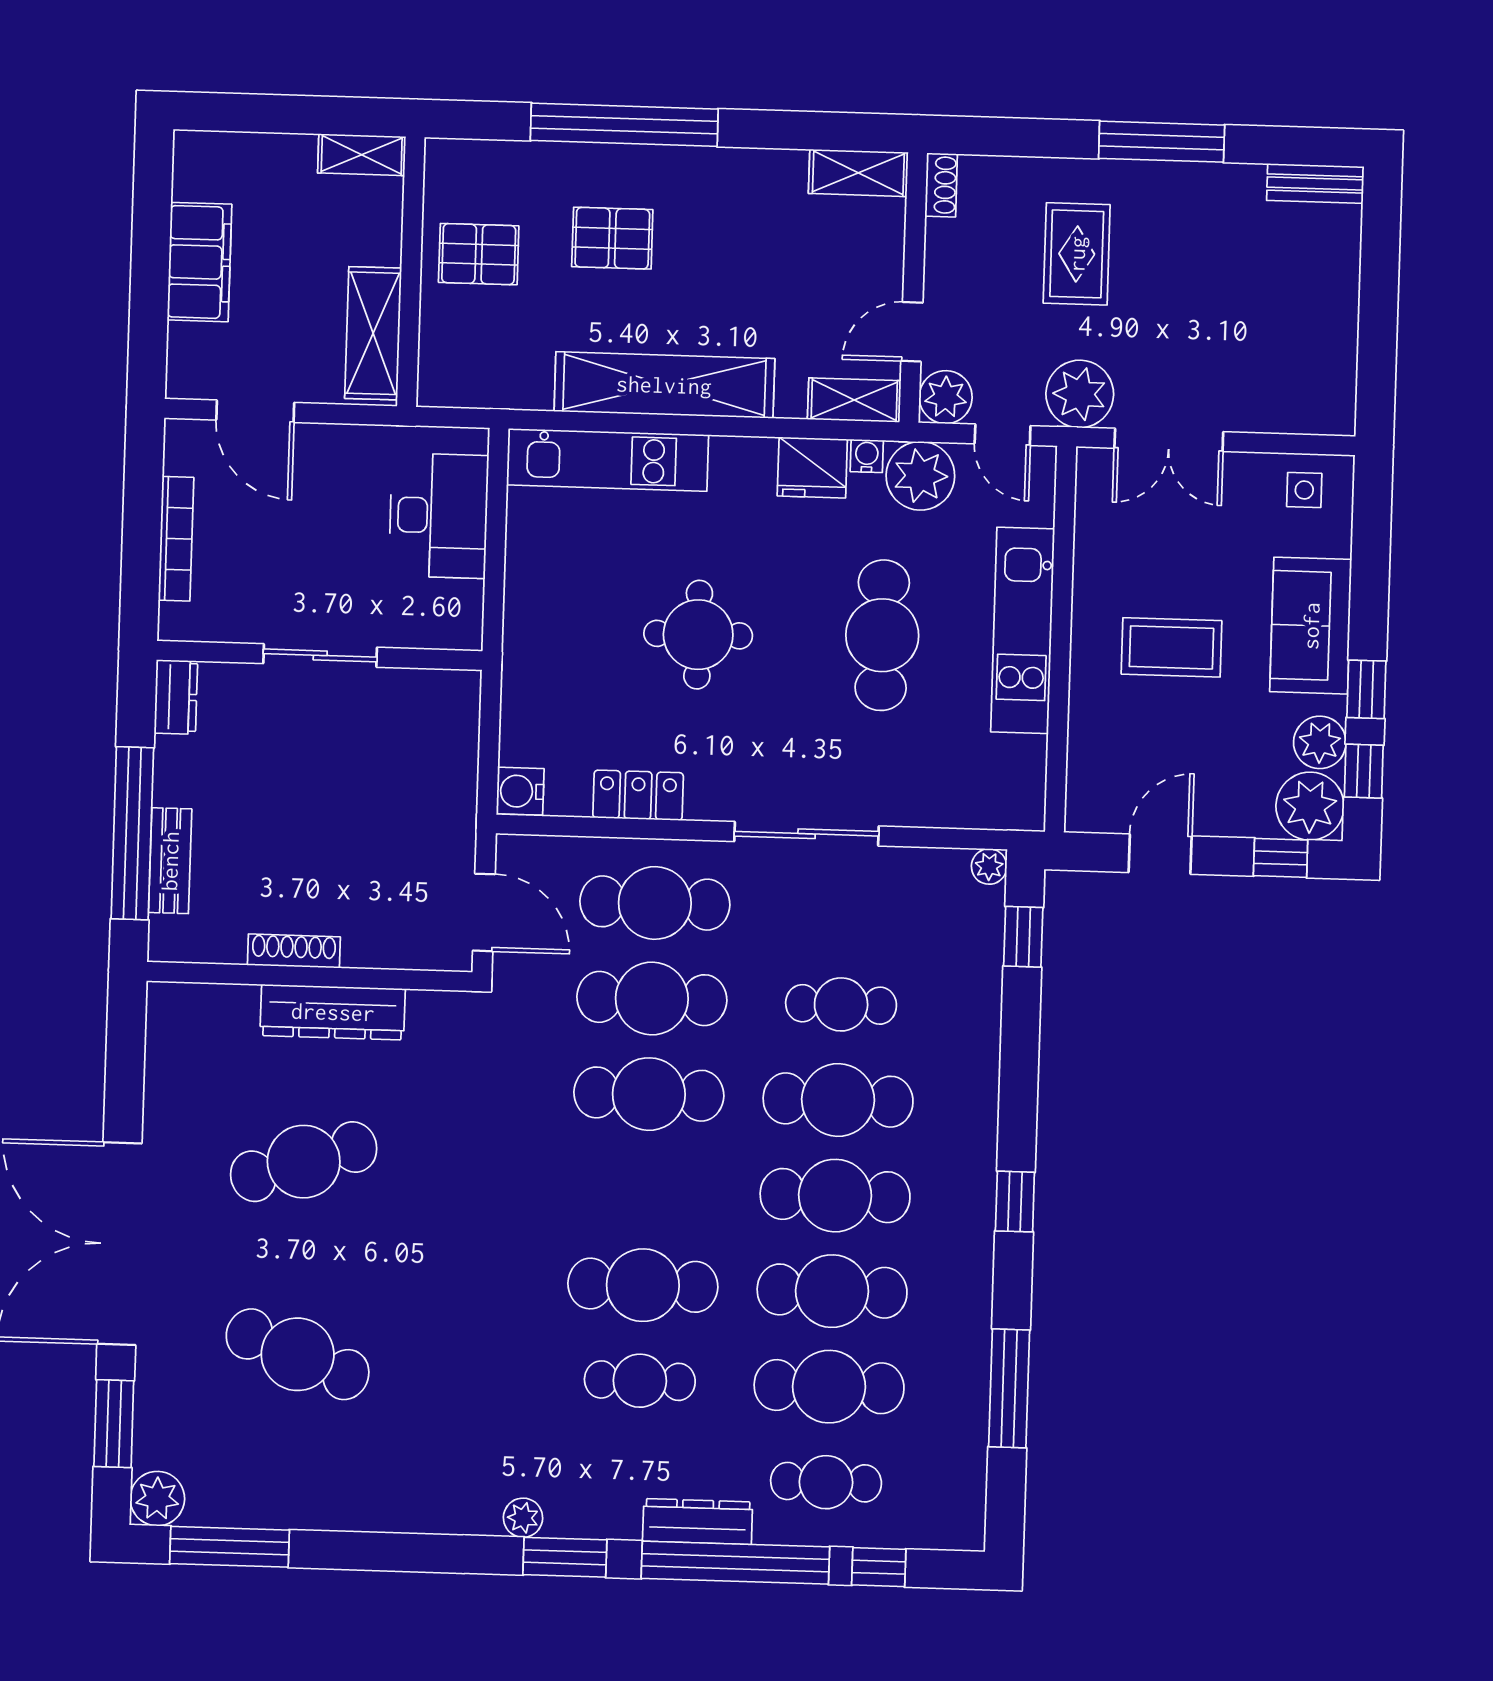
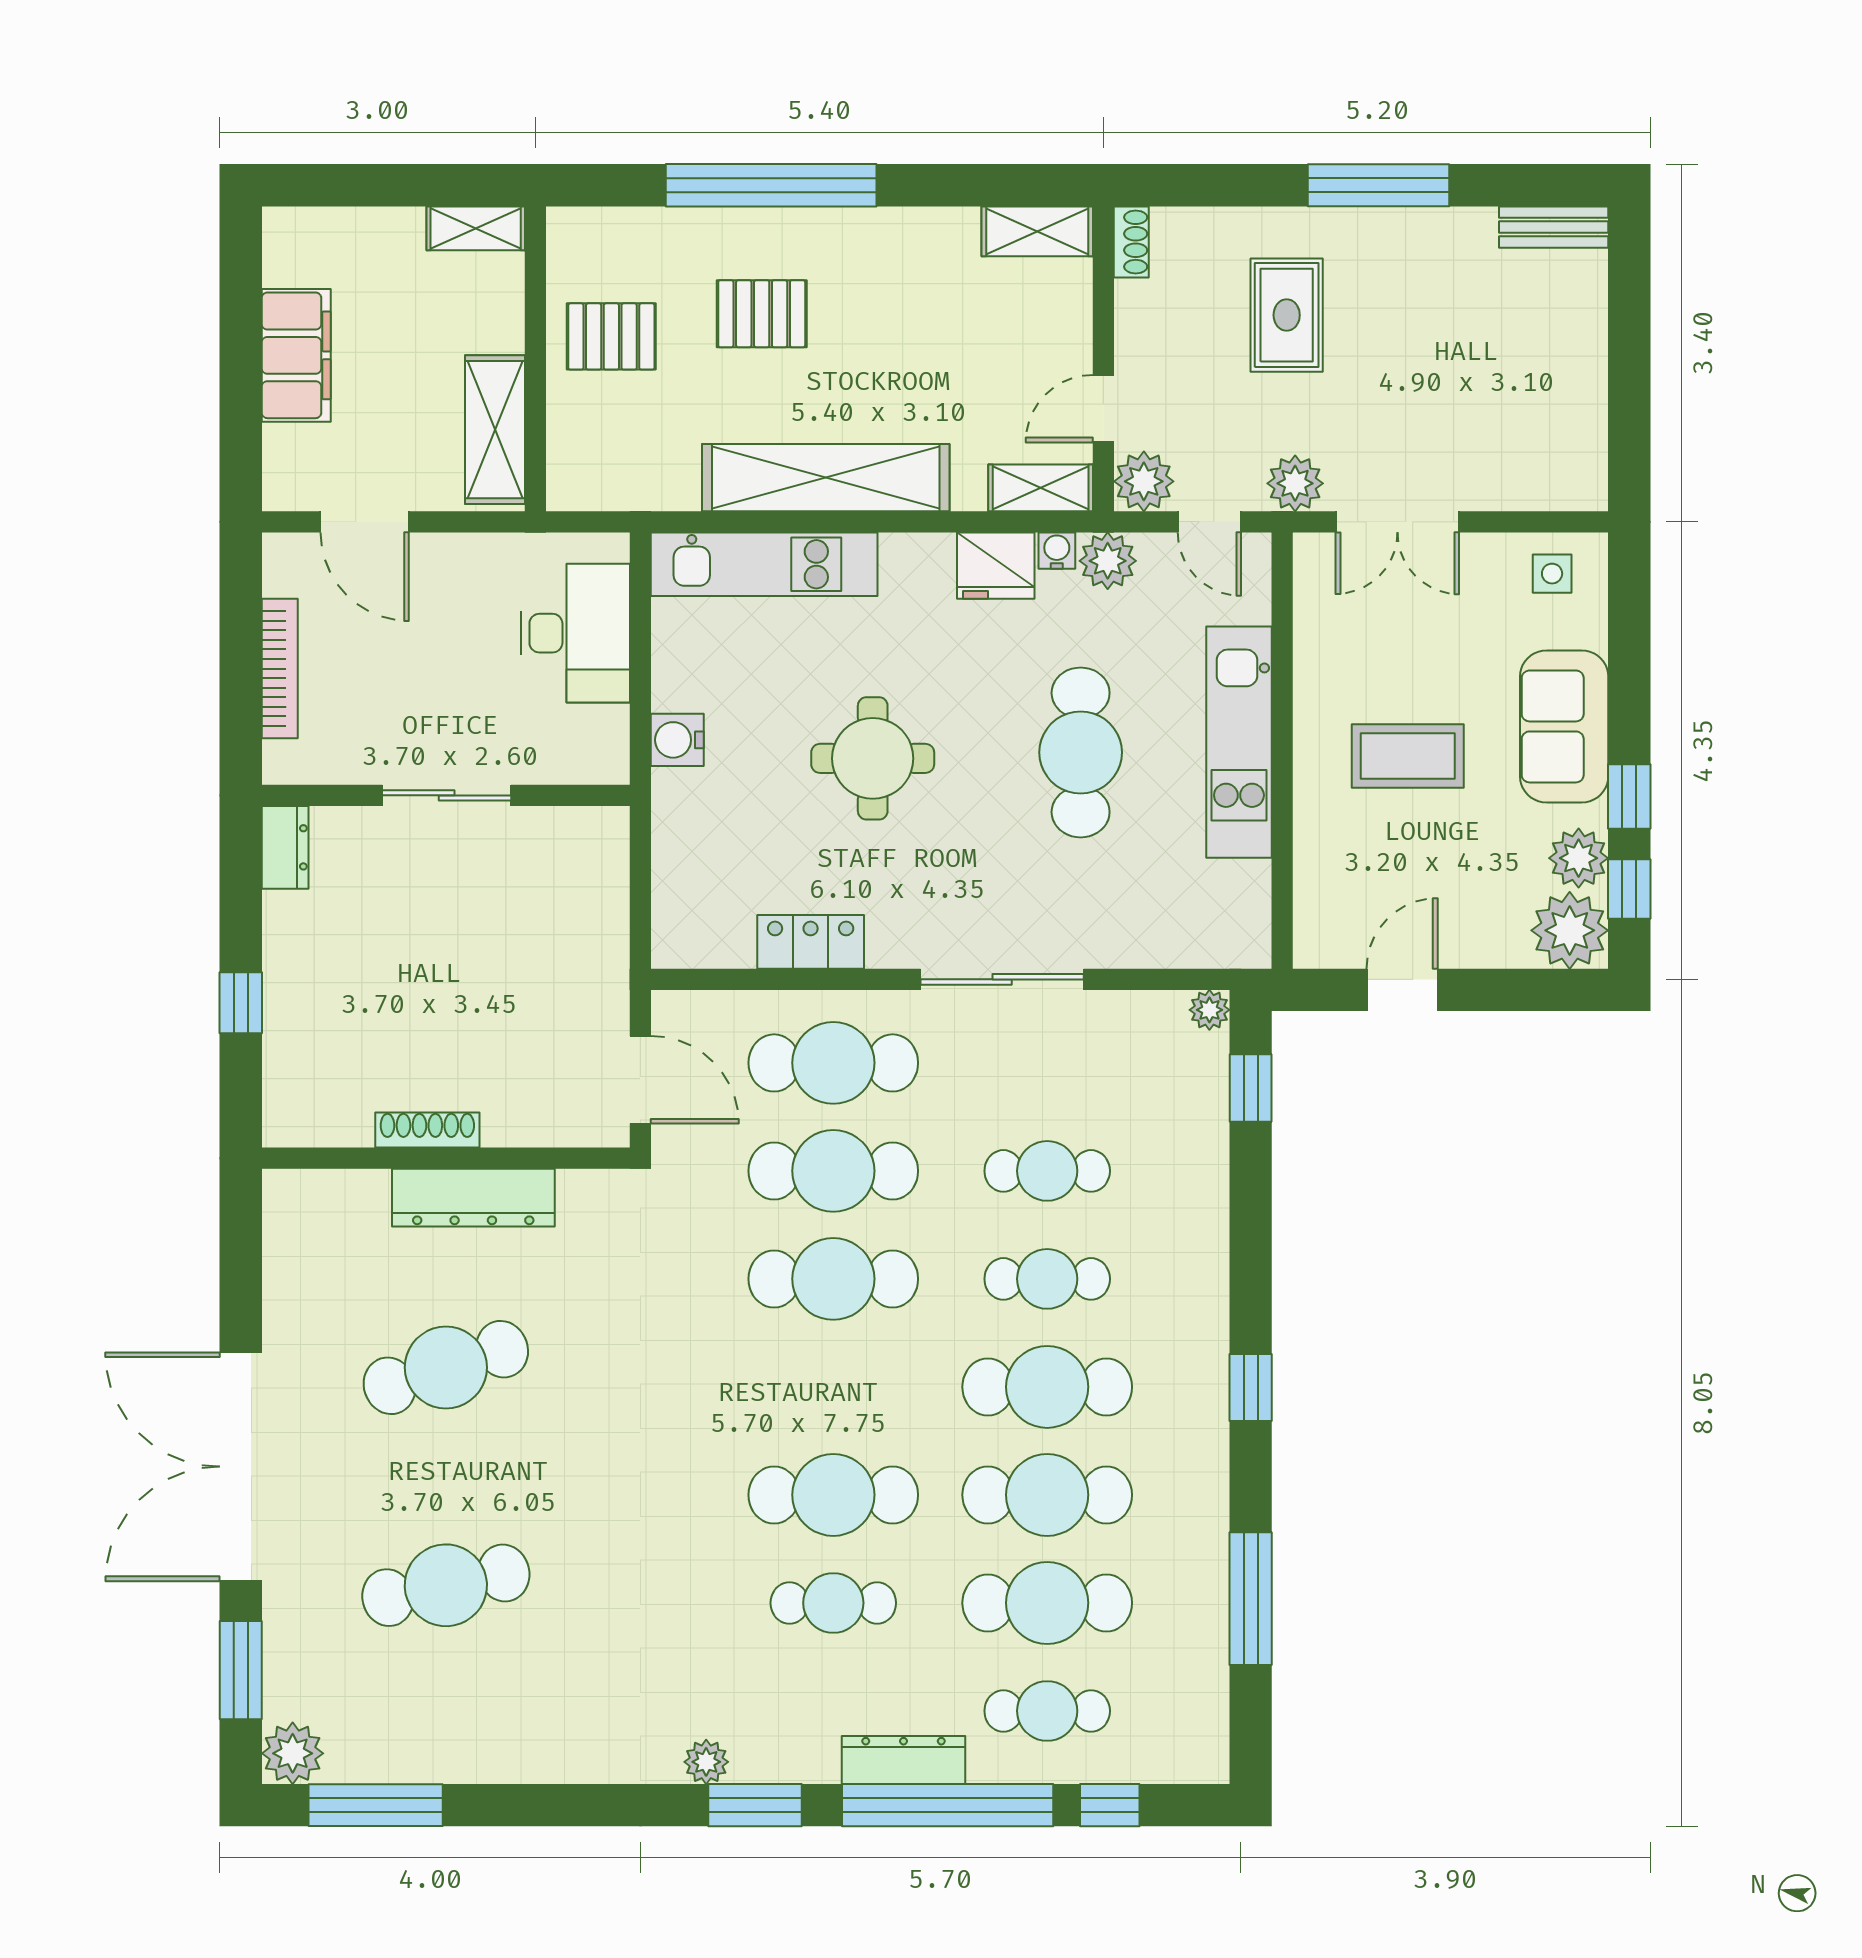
plant: (1080, 394) -> (1295, 483), width x0.73, depth x0.73
plant: (920, 476) -> (1108, 561), width x0.73, depth x0.73
water cooler: (520, 791) -> (677, 740), moved
window: (132, 833) -> (241, 1003), width x0.32
window: (1281, 858) -> (1538, 990), removed
bench: (170, 861) -> (284, 1032), removed
cafe table: (838, 1100) -> (1047, 1279), width x0.73, depth x0.74
cafe table: (298, 1354) -> (446, 1585), turned -33

